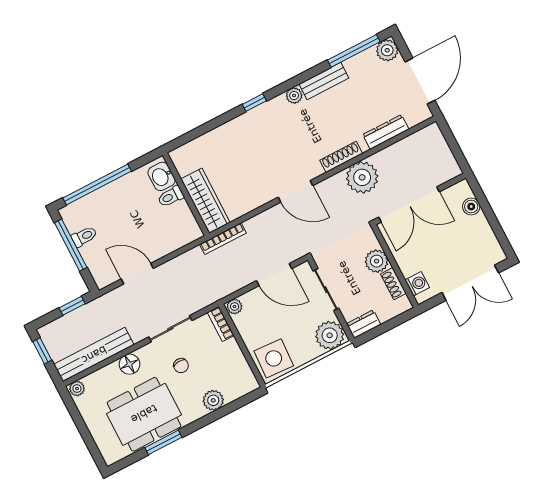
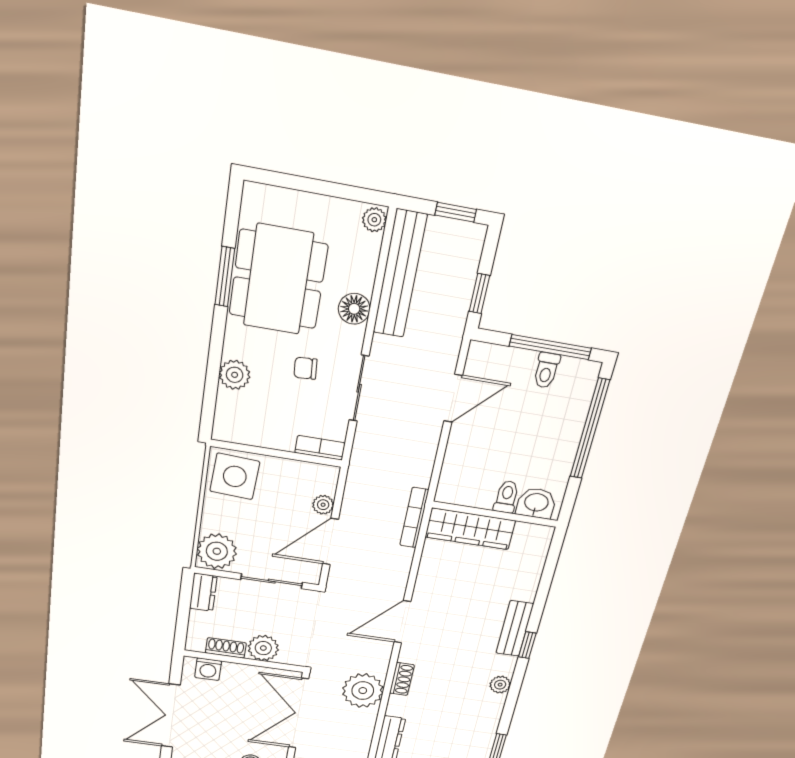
bench: (324, 81) -> (515, 628), moved
shoe rack: (341, 157) -> (402, 679), width x0.70
plant: (235, 306) -> (323, 505), moved

